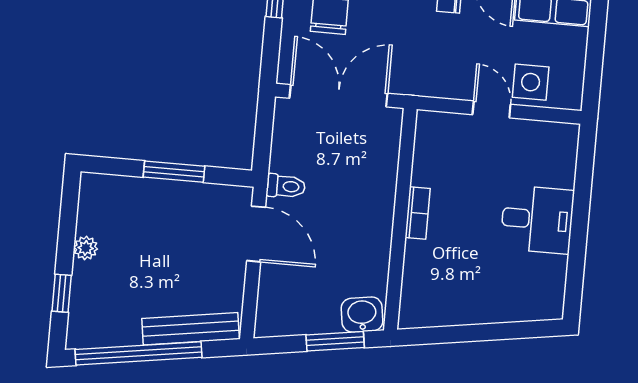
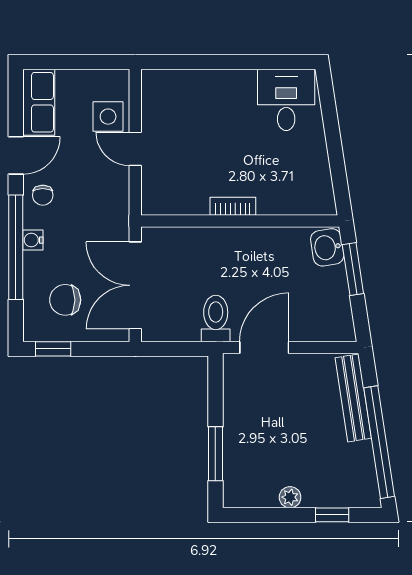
door: (492, 109) -> (135, 149), hinge flipped
window: (174, 172) -> (215, 454), moved
toilet: (286, 186) -> (216, 319), width x1.37, depth x1.39
desk: (537, 219) -> (286, 100), moved

